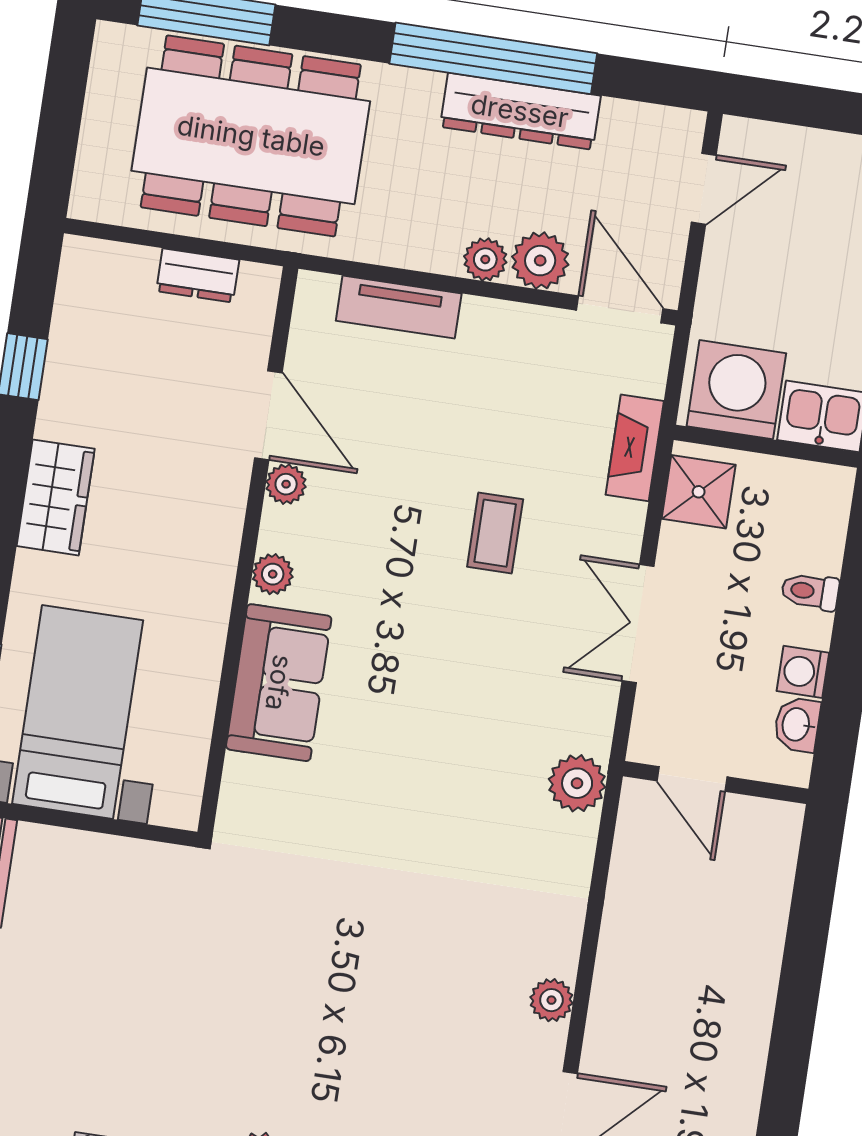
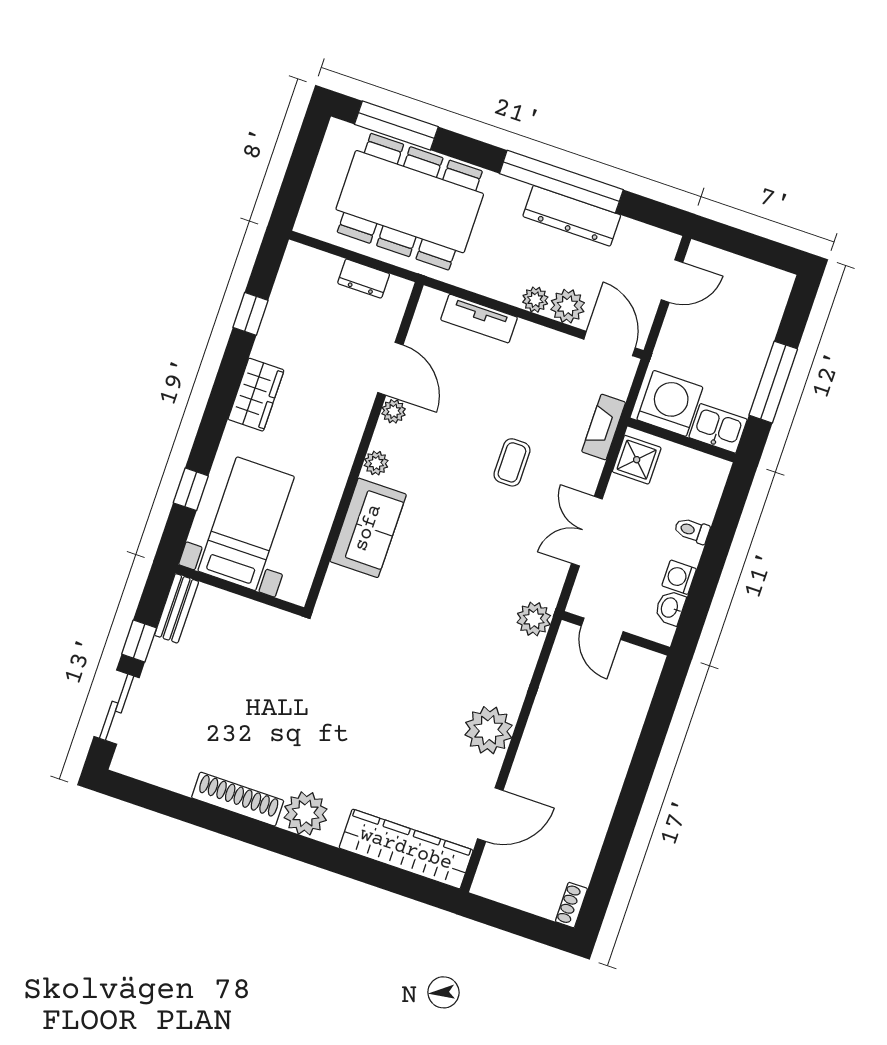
plant: (551, 1000) -> (489, 730), width x1.88, depth x1.88

